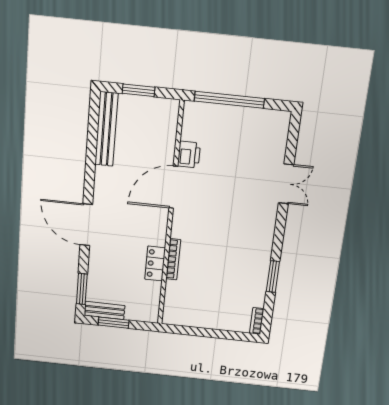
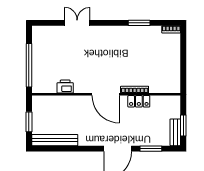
door: (173, 187) -> (106, 94), moved
window: (82, 289) -> (151, 149), moved

